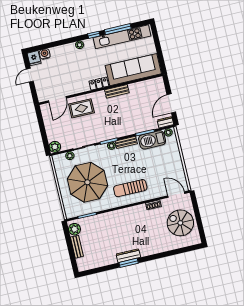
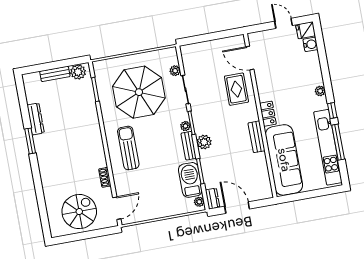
plant: (55, 147) -> (204, 142), moved
dresser: (128, 256) -> (36, 119), moved

